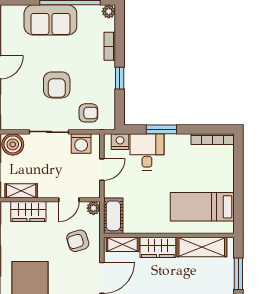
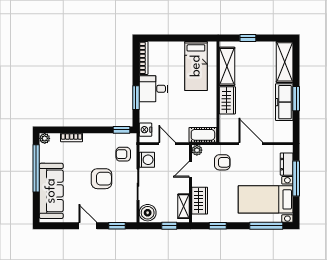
sofa: (50, 20) -> (51, 191), width x1.36
window: (120, 78) -> (121, 130), moved
armchair: (88, 113) -> (123, 154), turned -90
desk: (147, 152) -> (153, 89), moved
door: (69, 200) -> (190, 169), swing flipped
armchair: (78, 241) -> (222, 162), turned -73
shelving: (123, 244) -> (225, 128), removed
window: (238, 274) -> (248, 38), width x0.67

